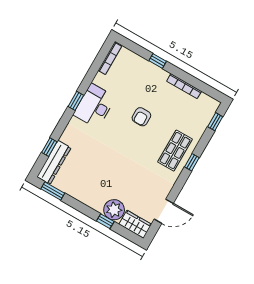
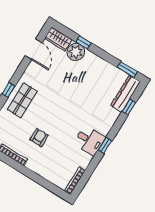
window: (158, 61) -> (35, 177), removed
desk: (95, 106) -> (89, 140), width x0.73
armchair: (141, 117) -> (39, 138), moved
door: (164, 211) -> (34, 49), swing flipped

